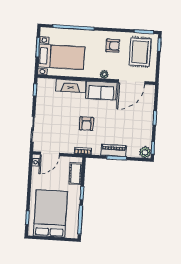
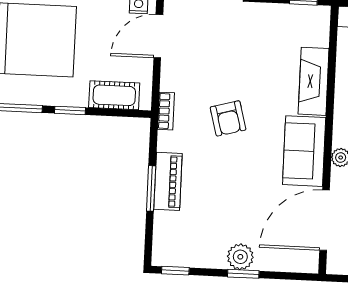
door: (132, 82) -> (325, 220), hinge flipped
armchair: (86, 124) -> (228, 118), turned -105
plant: (145, 152) -> (240, 257), moved
door: (50, 154) -> (158, 36), hinge flipped

